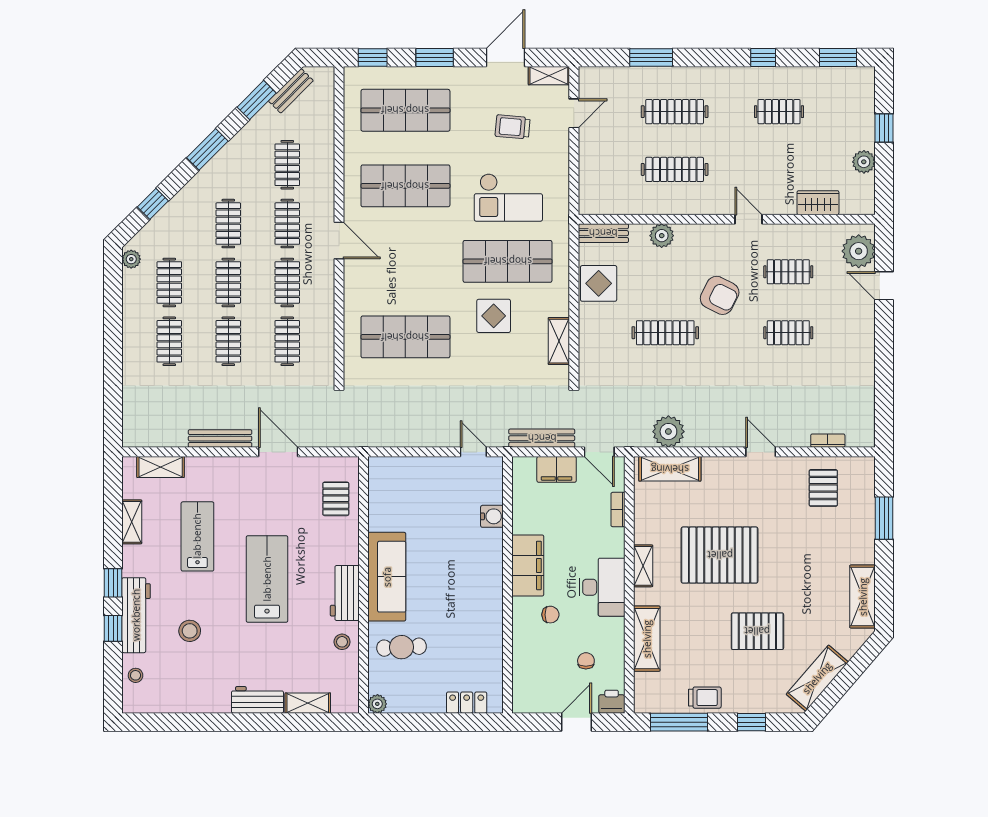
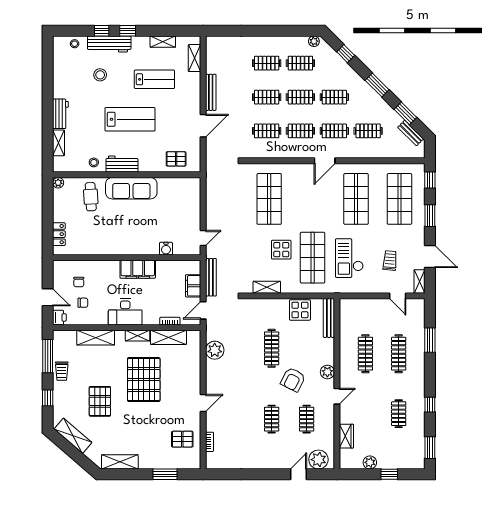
bench: (603, 233) -> (329, 318), width x1.36
plant: (662, 236) -> (327, 372), moved
shelving: (670, 469) -> (168, 337), moved, turned 90
chair: (550, 615) -> (79, 282), moved

